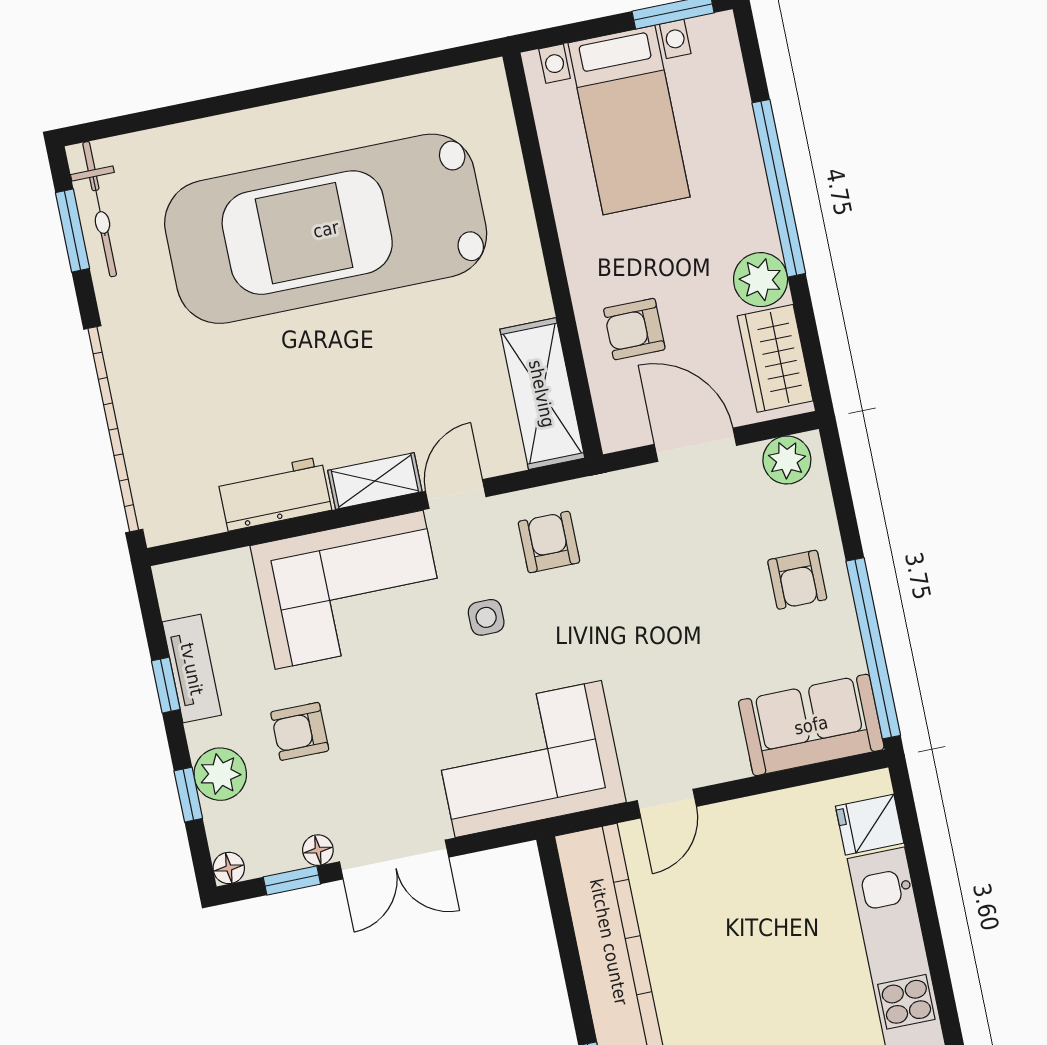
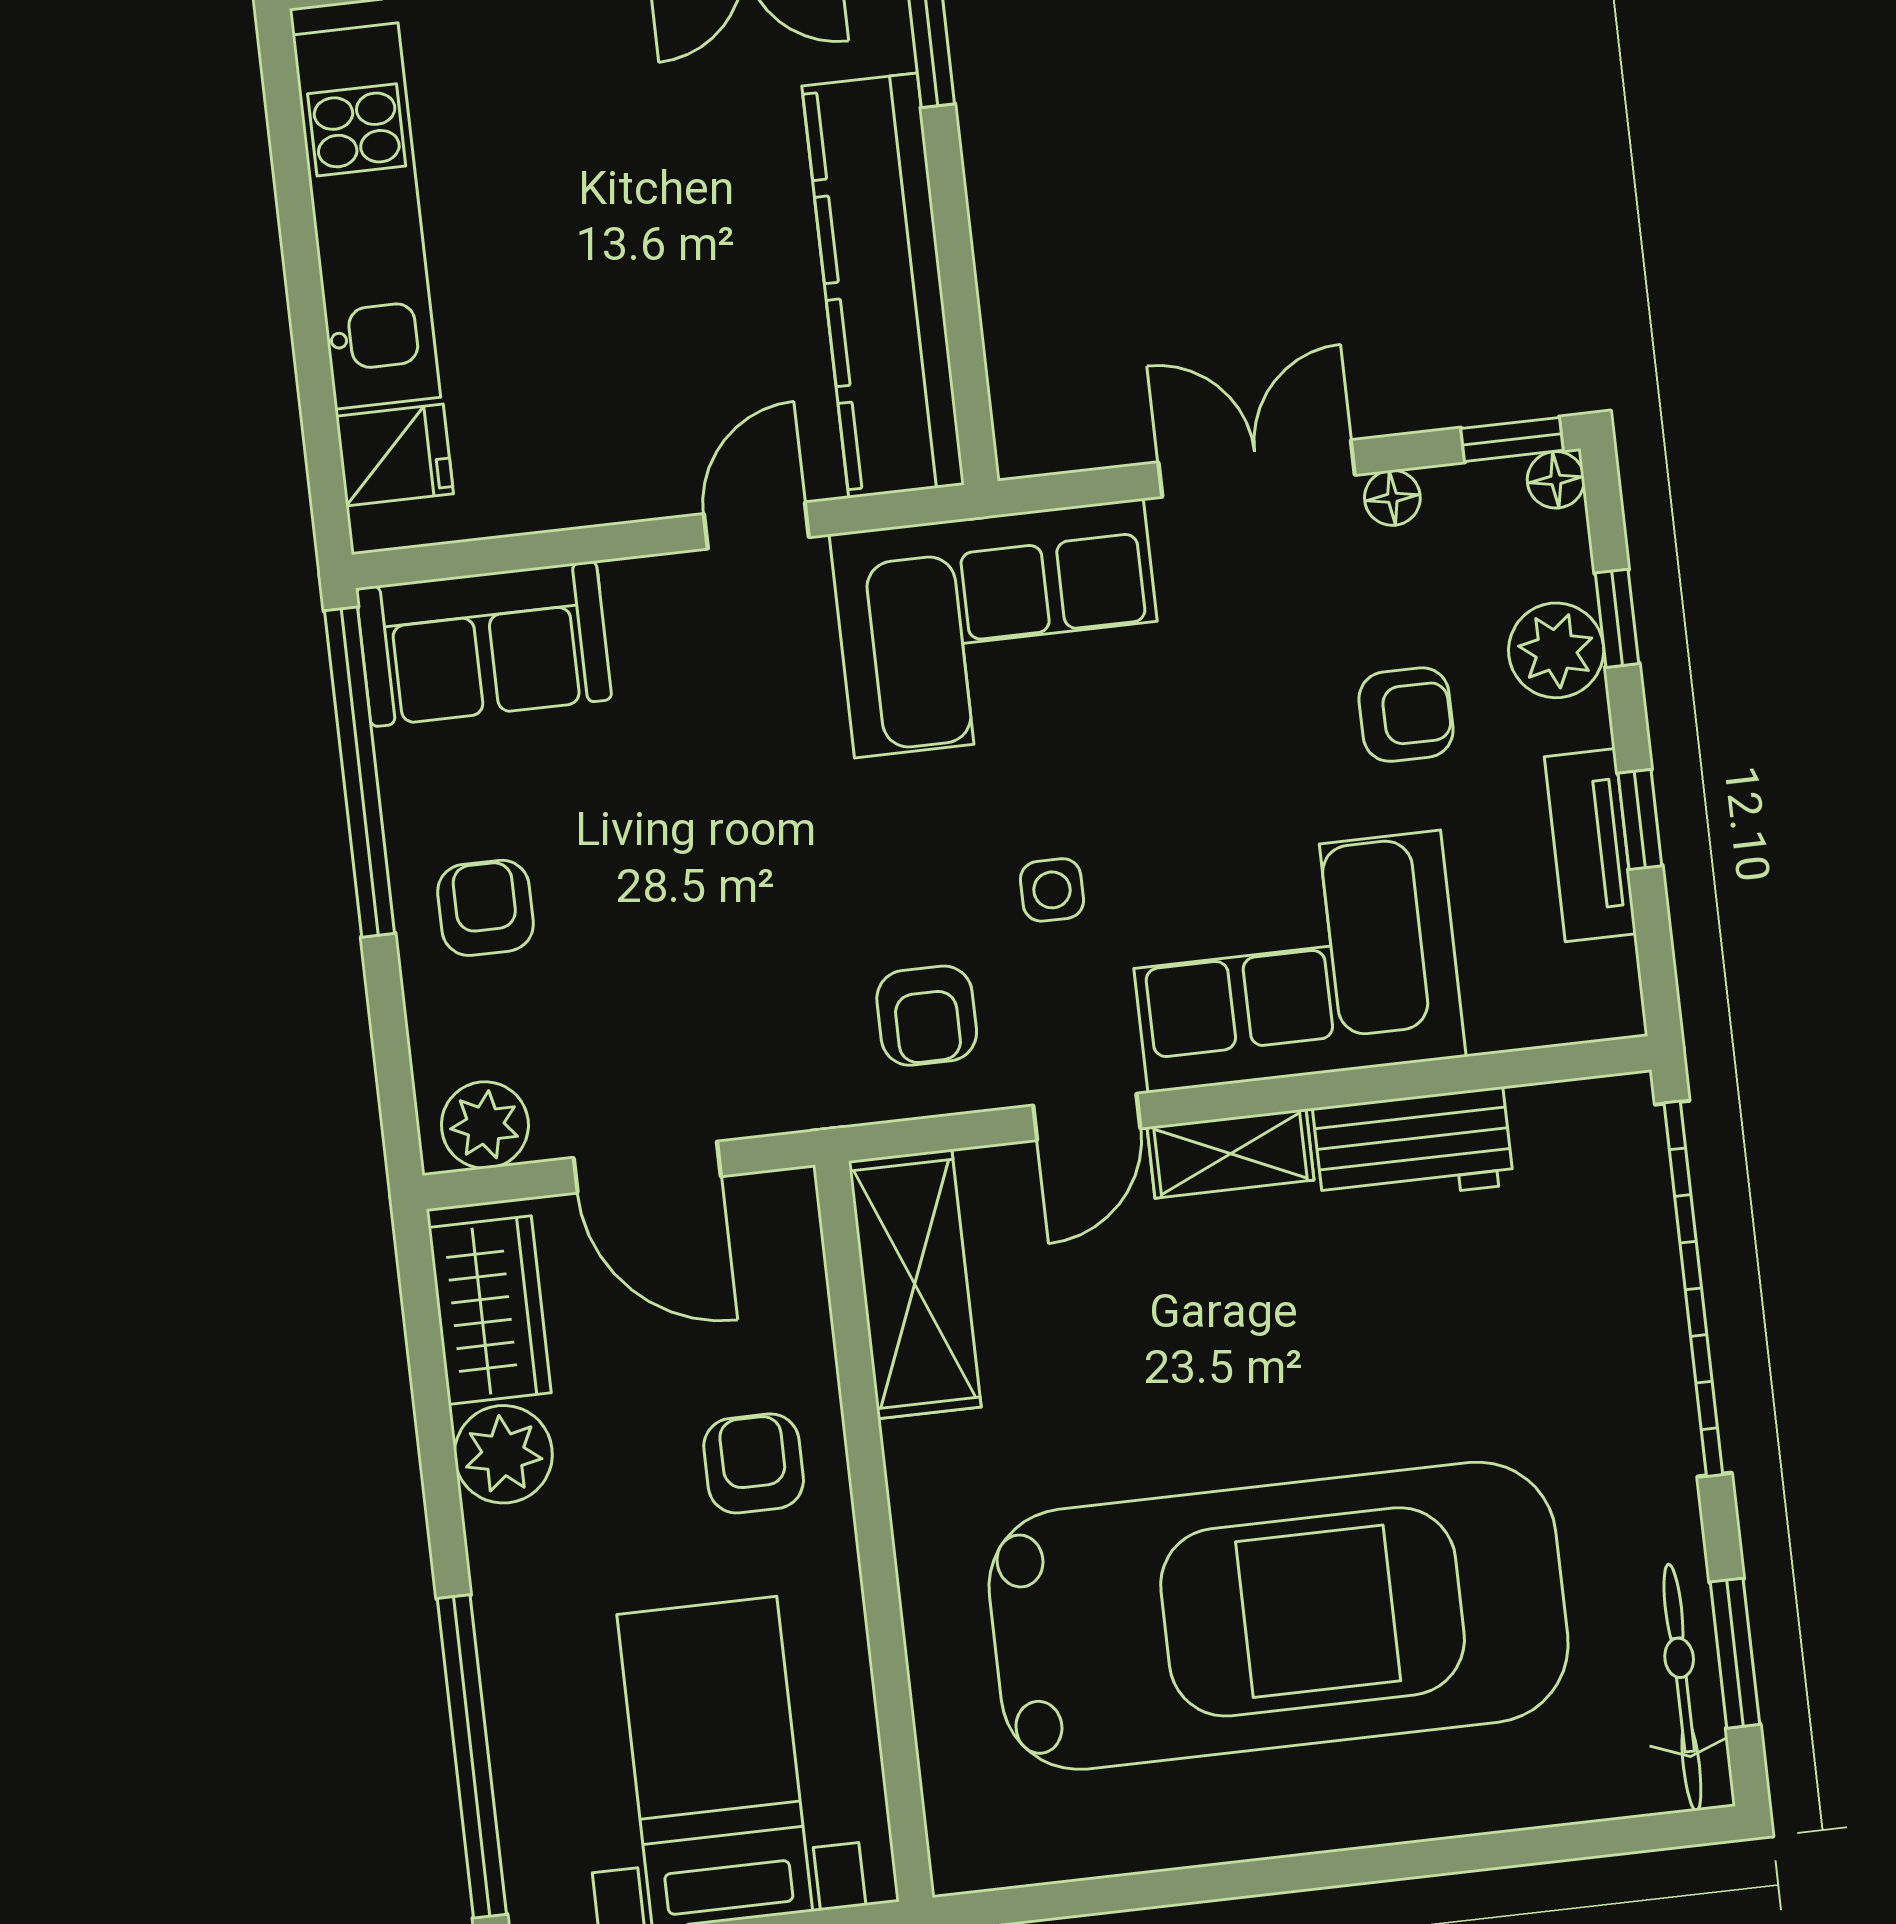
window: (779, 188) -> (472, 1756), moved
armchair: (634, 329) -> (754, 1463), moved, turned -90
window: (292, 881) -> (1512, 439), moved

